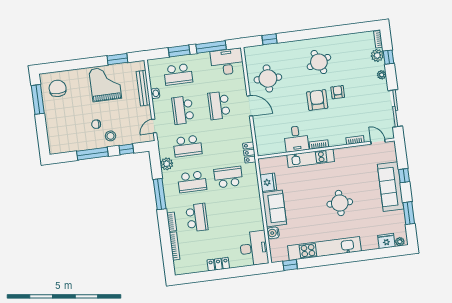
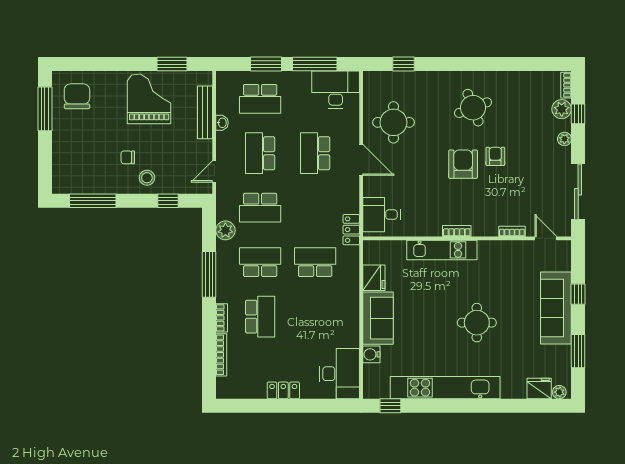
desk: (296, 139) -> (381, 215), moved, turned 90
window: (92, 154) -> (93, 201), moved
school desk: (192, 182) -> (260, 262), turned 180

